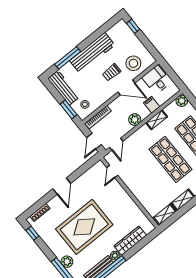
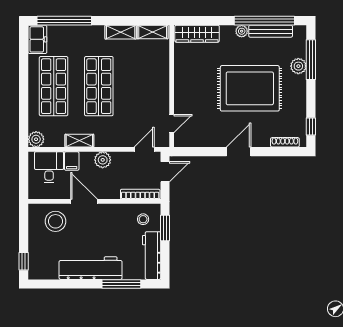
trolley: (112, 72) -> (87, 230), removed
desk: (157, 80) -> (49, 167), moved, turned 180
wardrobe: (130, 241) -> (197, 34), moved

